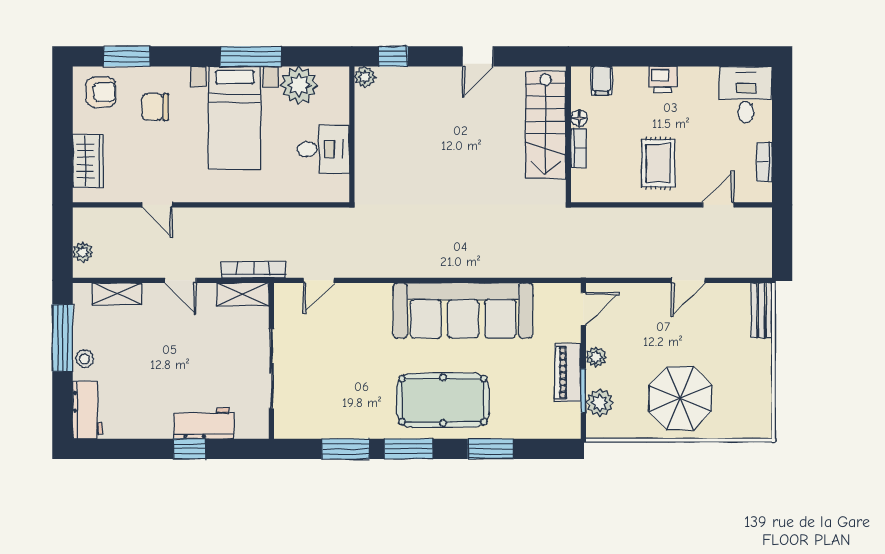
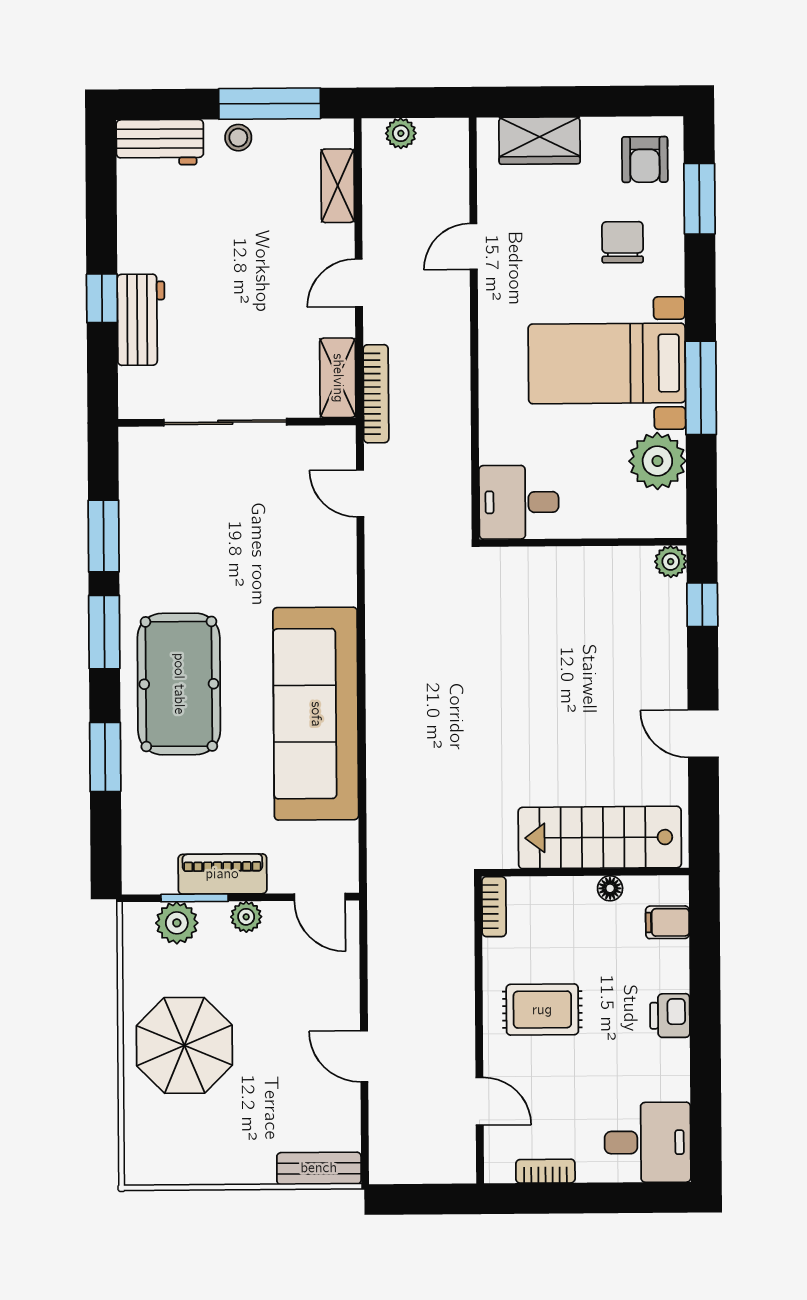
bookcase: (579, 148) -> (494, 907), moved, turned -90
desk: (323, 149) -> (519, 502), moved, turned 90

